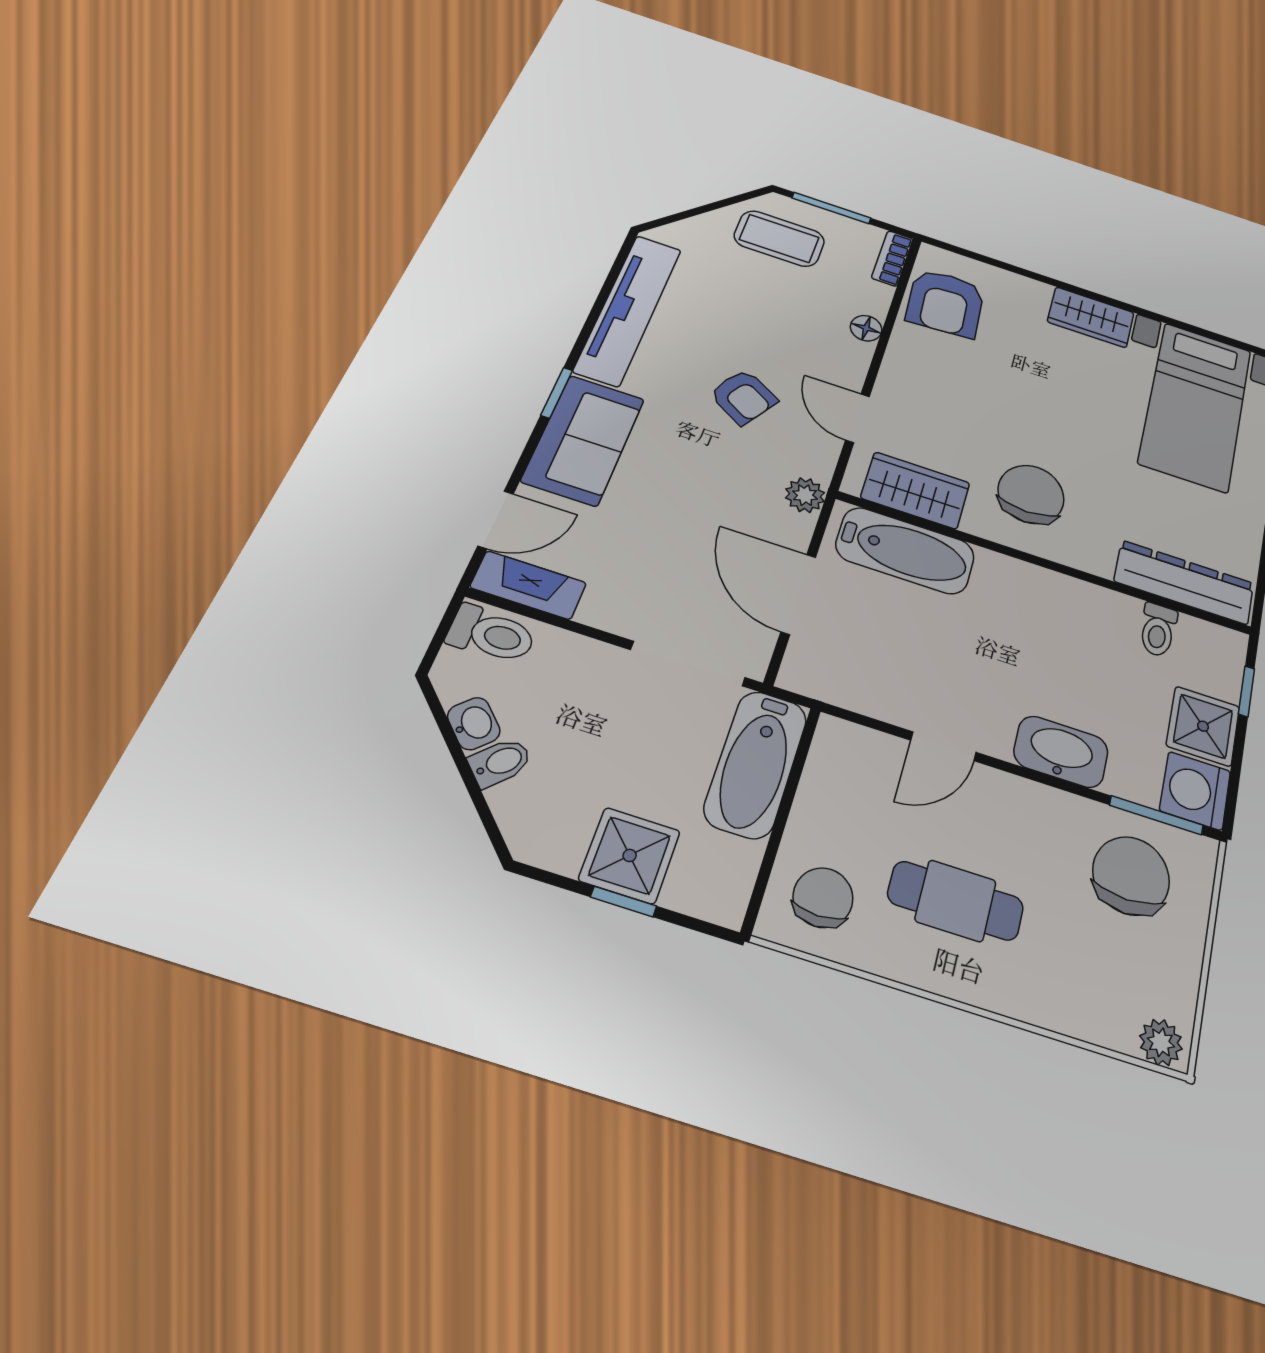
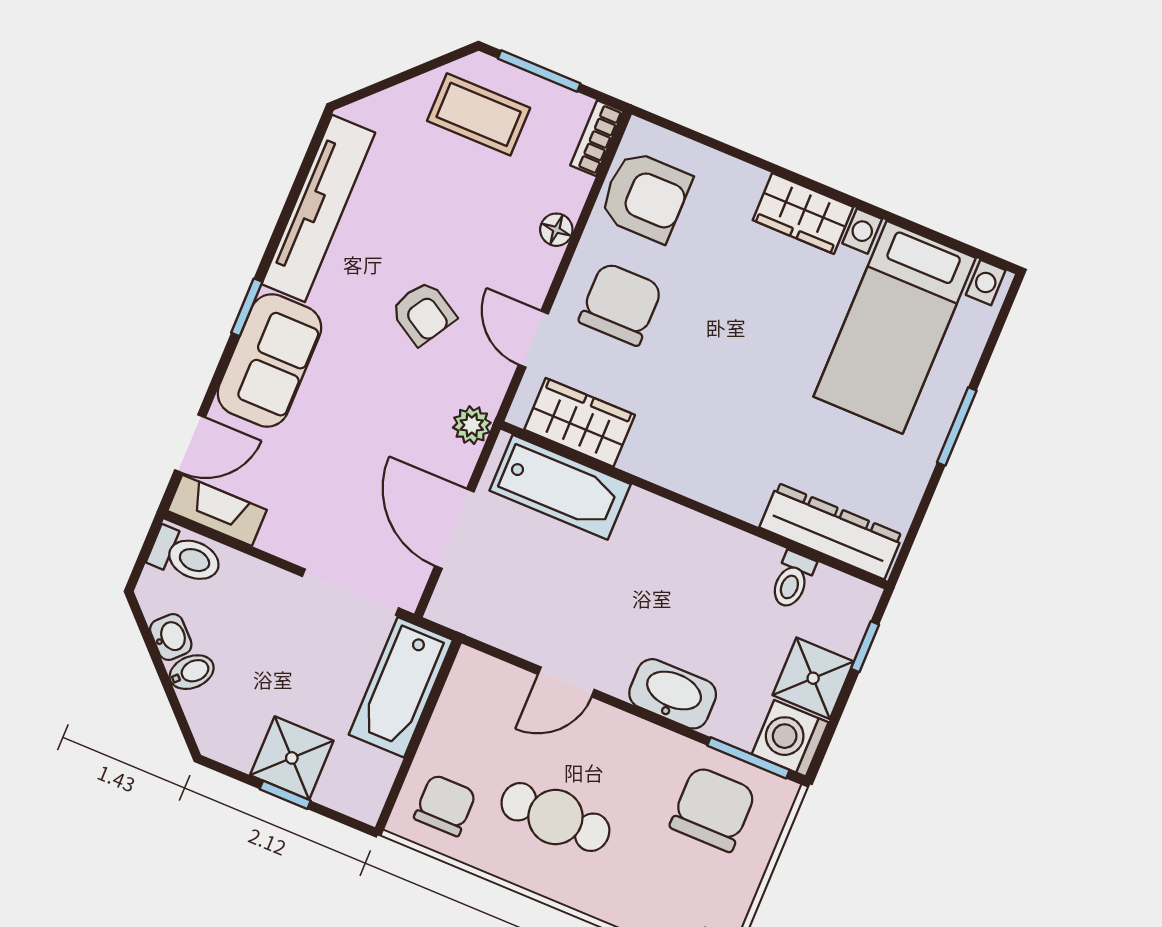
armchair: (945, 303) -> (645, 196), turned -86
chair: (1031, 494) -> (621, 304), moved

